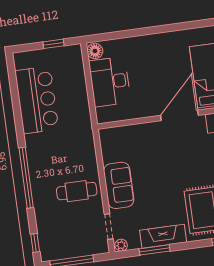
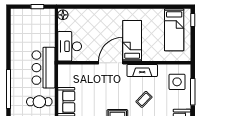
desk: (110, 82) -> (70, 46), moved
bar counter: (37, 100) -> (43, 68), moved, turned 180

